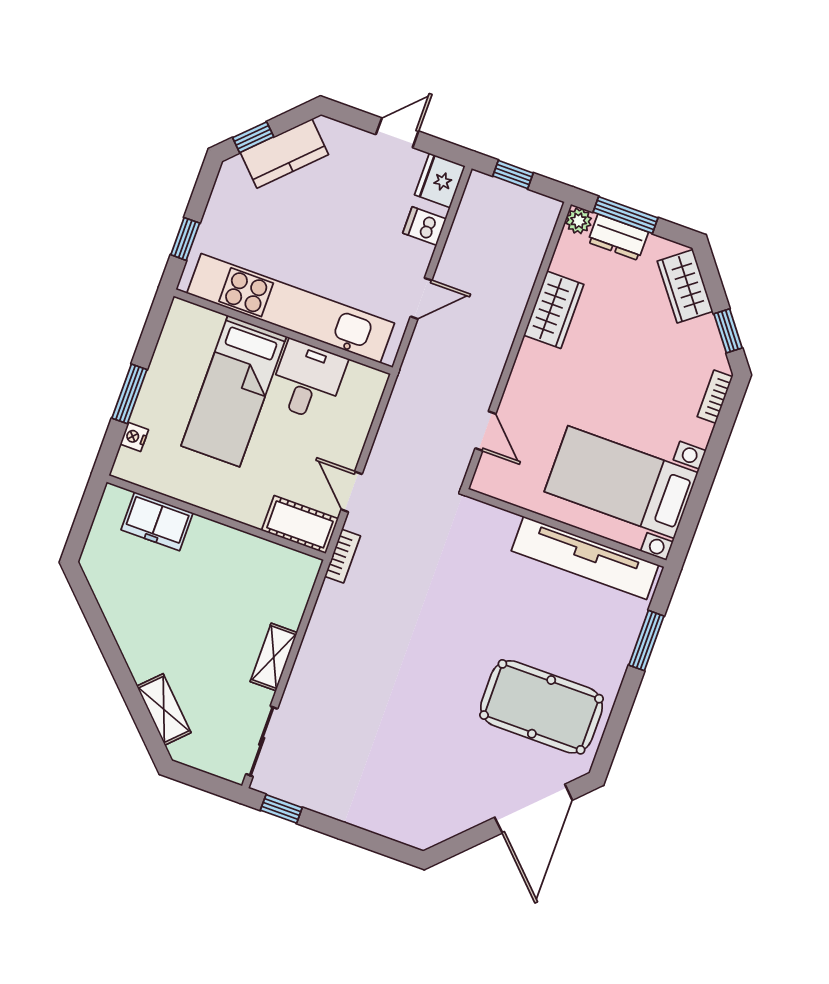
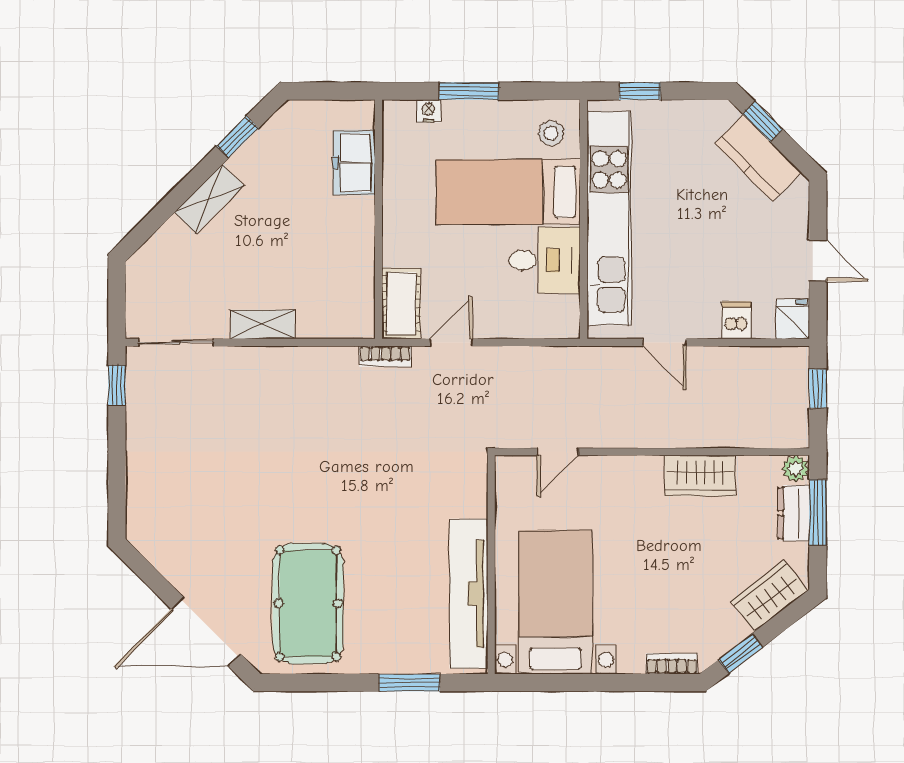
fridge: (440, 180) -> (793, 319), width x0.72
stool: (194, 333) -> (551, 133), added
window: (96, 619) -> (237, 137), added
shelving: (164, 709) -> (209, 199), moved

